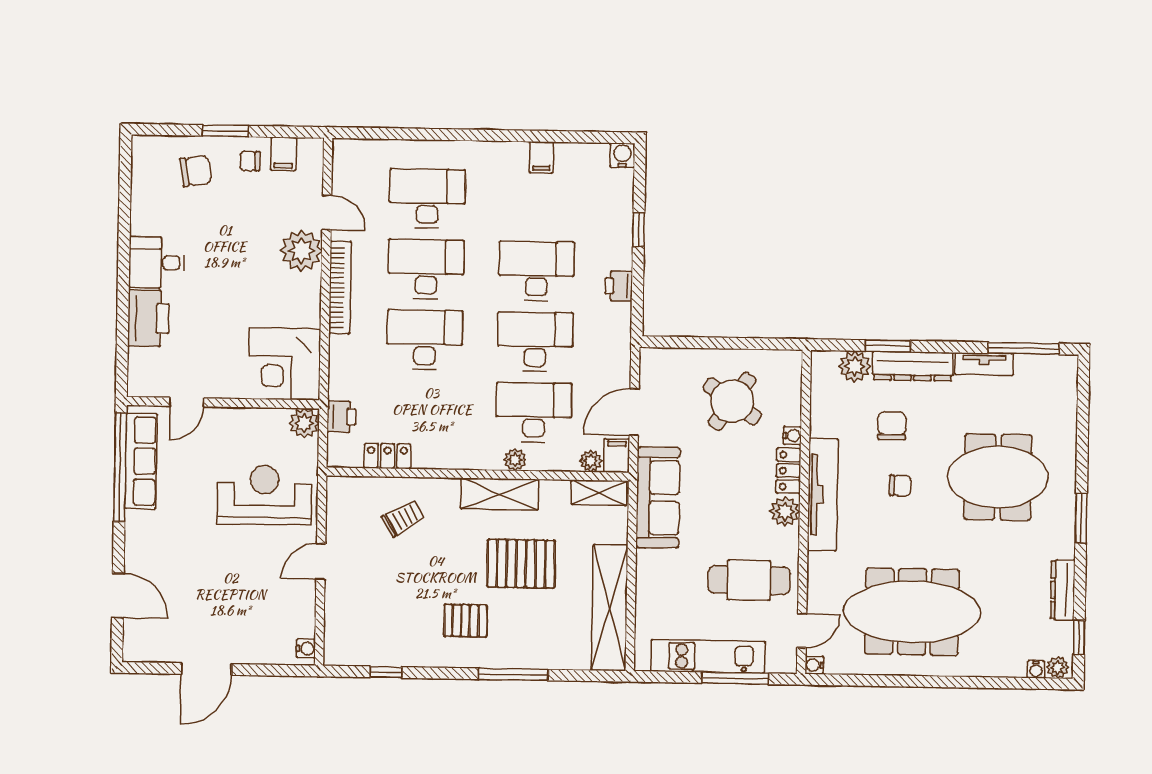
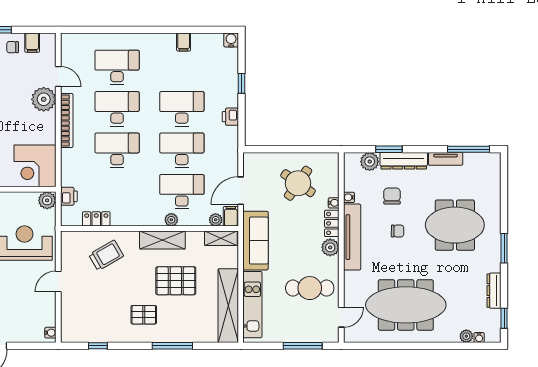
trolley: (403, 518) -> (106, 255), width x1.36, depth x1.39
kitchen unit: (708, 656) -> (252, 305), moved, turned 90
water cooler: (814, 665) -> (349, 197), moved
plant: (1058, 667) -> (466, 336), moved

